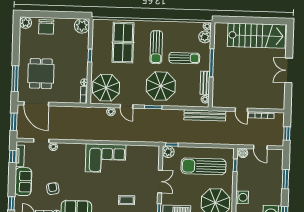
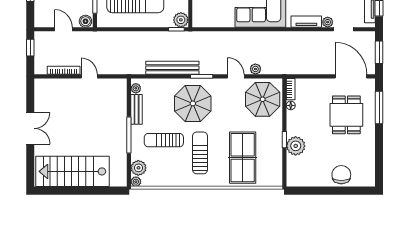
plant: (26, 23) -> (368, 179), removed
plant: (82, 26) -> (296, 146), moved
bench: (205, 115) -> (172, 68), moved
tv unit: (70, 148) -> (306, 22), added

